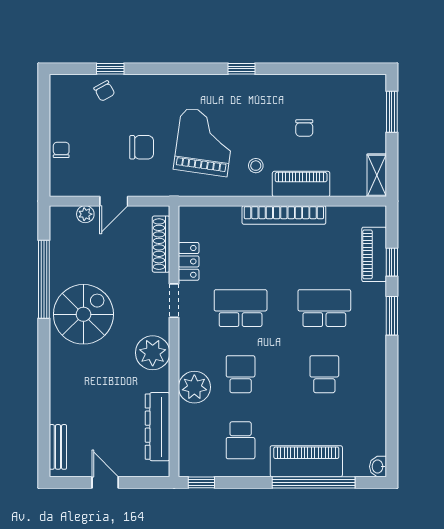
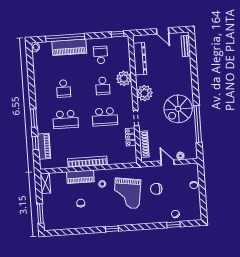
door: (114, 201) -> (168, 163), hinge flipped

